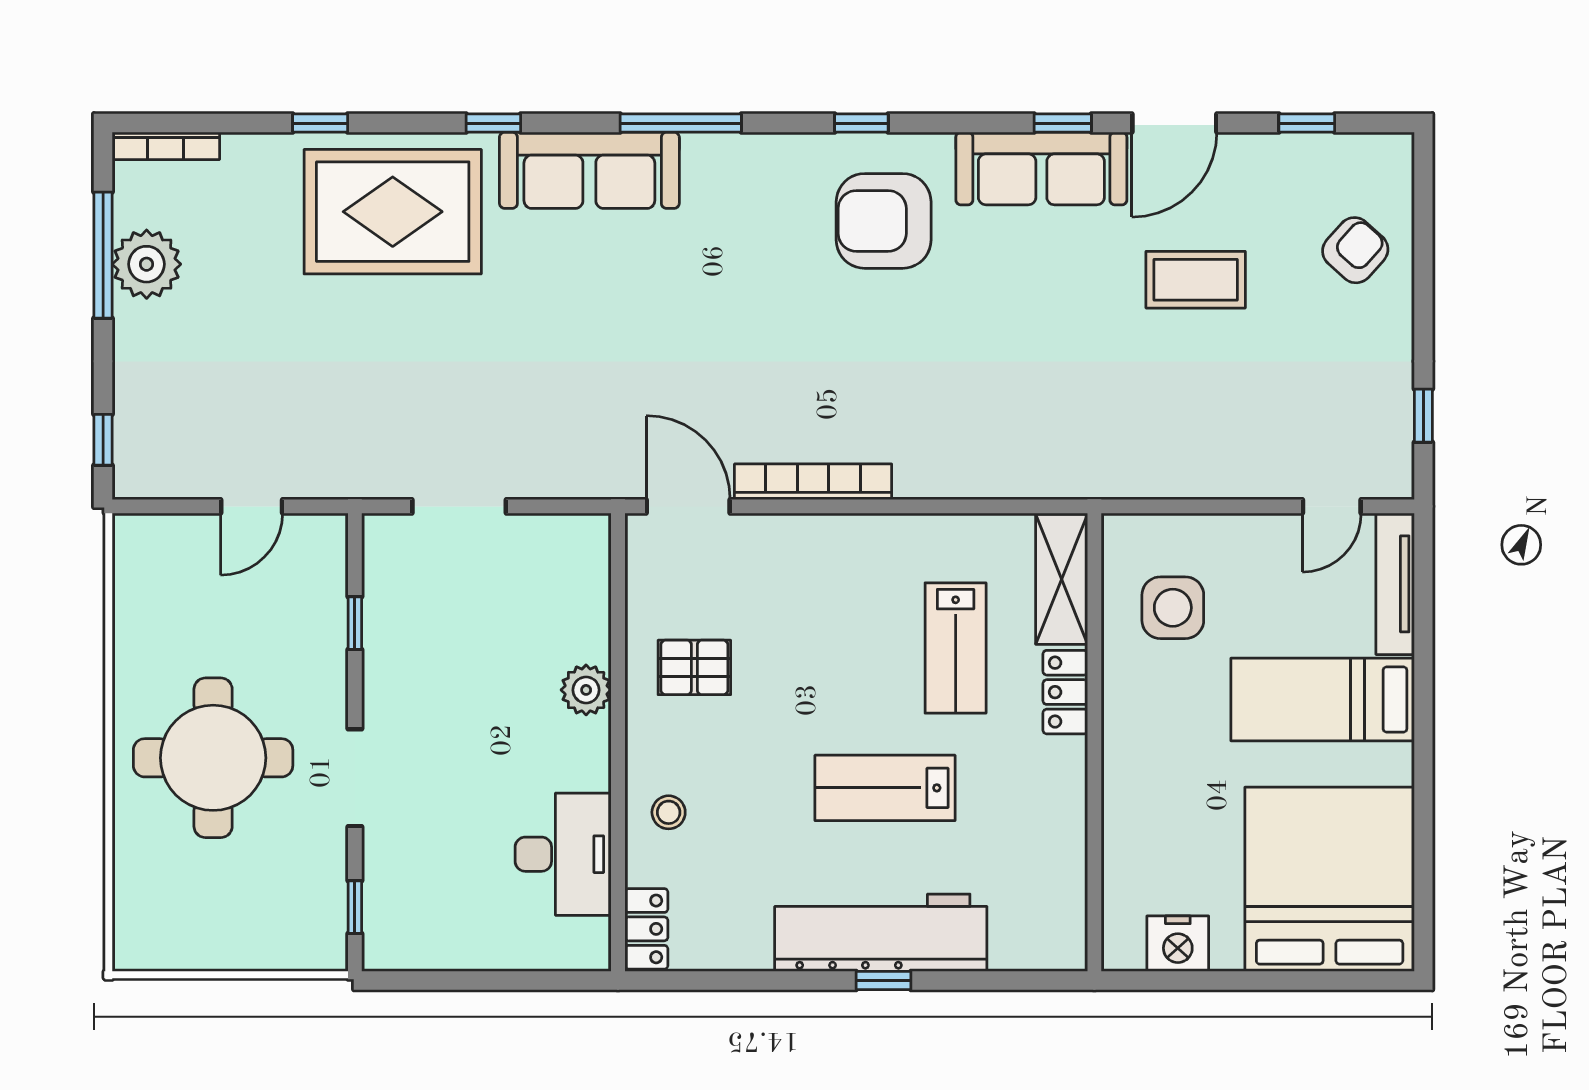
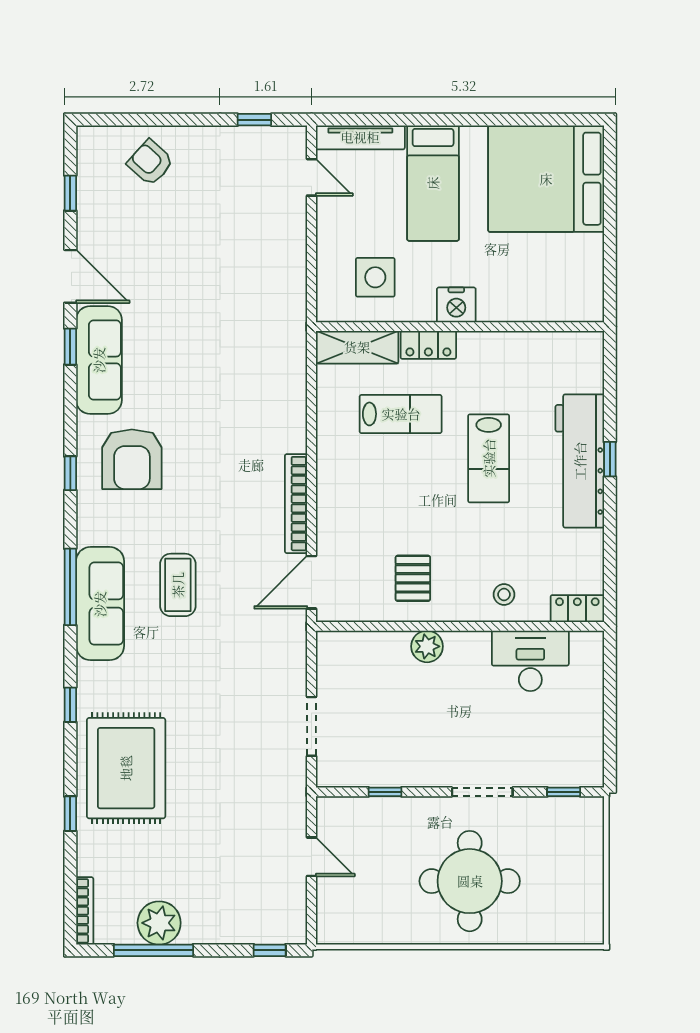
sofa: (589, 170) -> (100, 604), moved
coffee table: (1196, 280) -> (178, 585), moved
nightstand: (1178, 944) -> (456, 305), moved, turned 90

